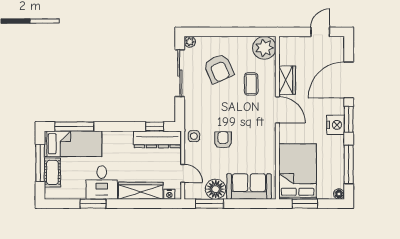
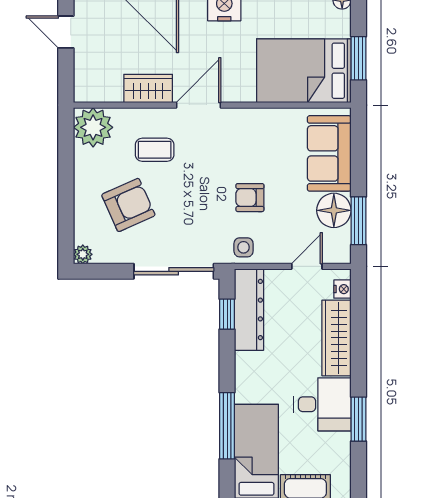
sliding door: (180, 73) -> (174, 271), moved
window: (74, 126) -> (227, 426), moved

